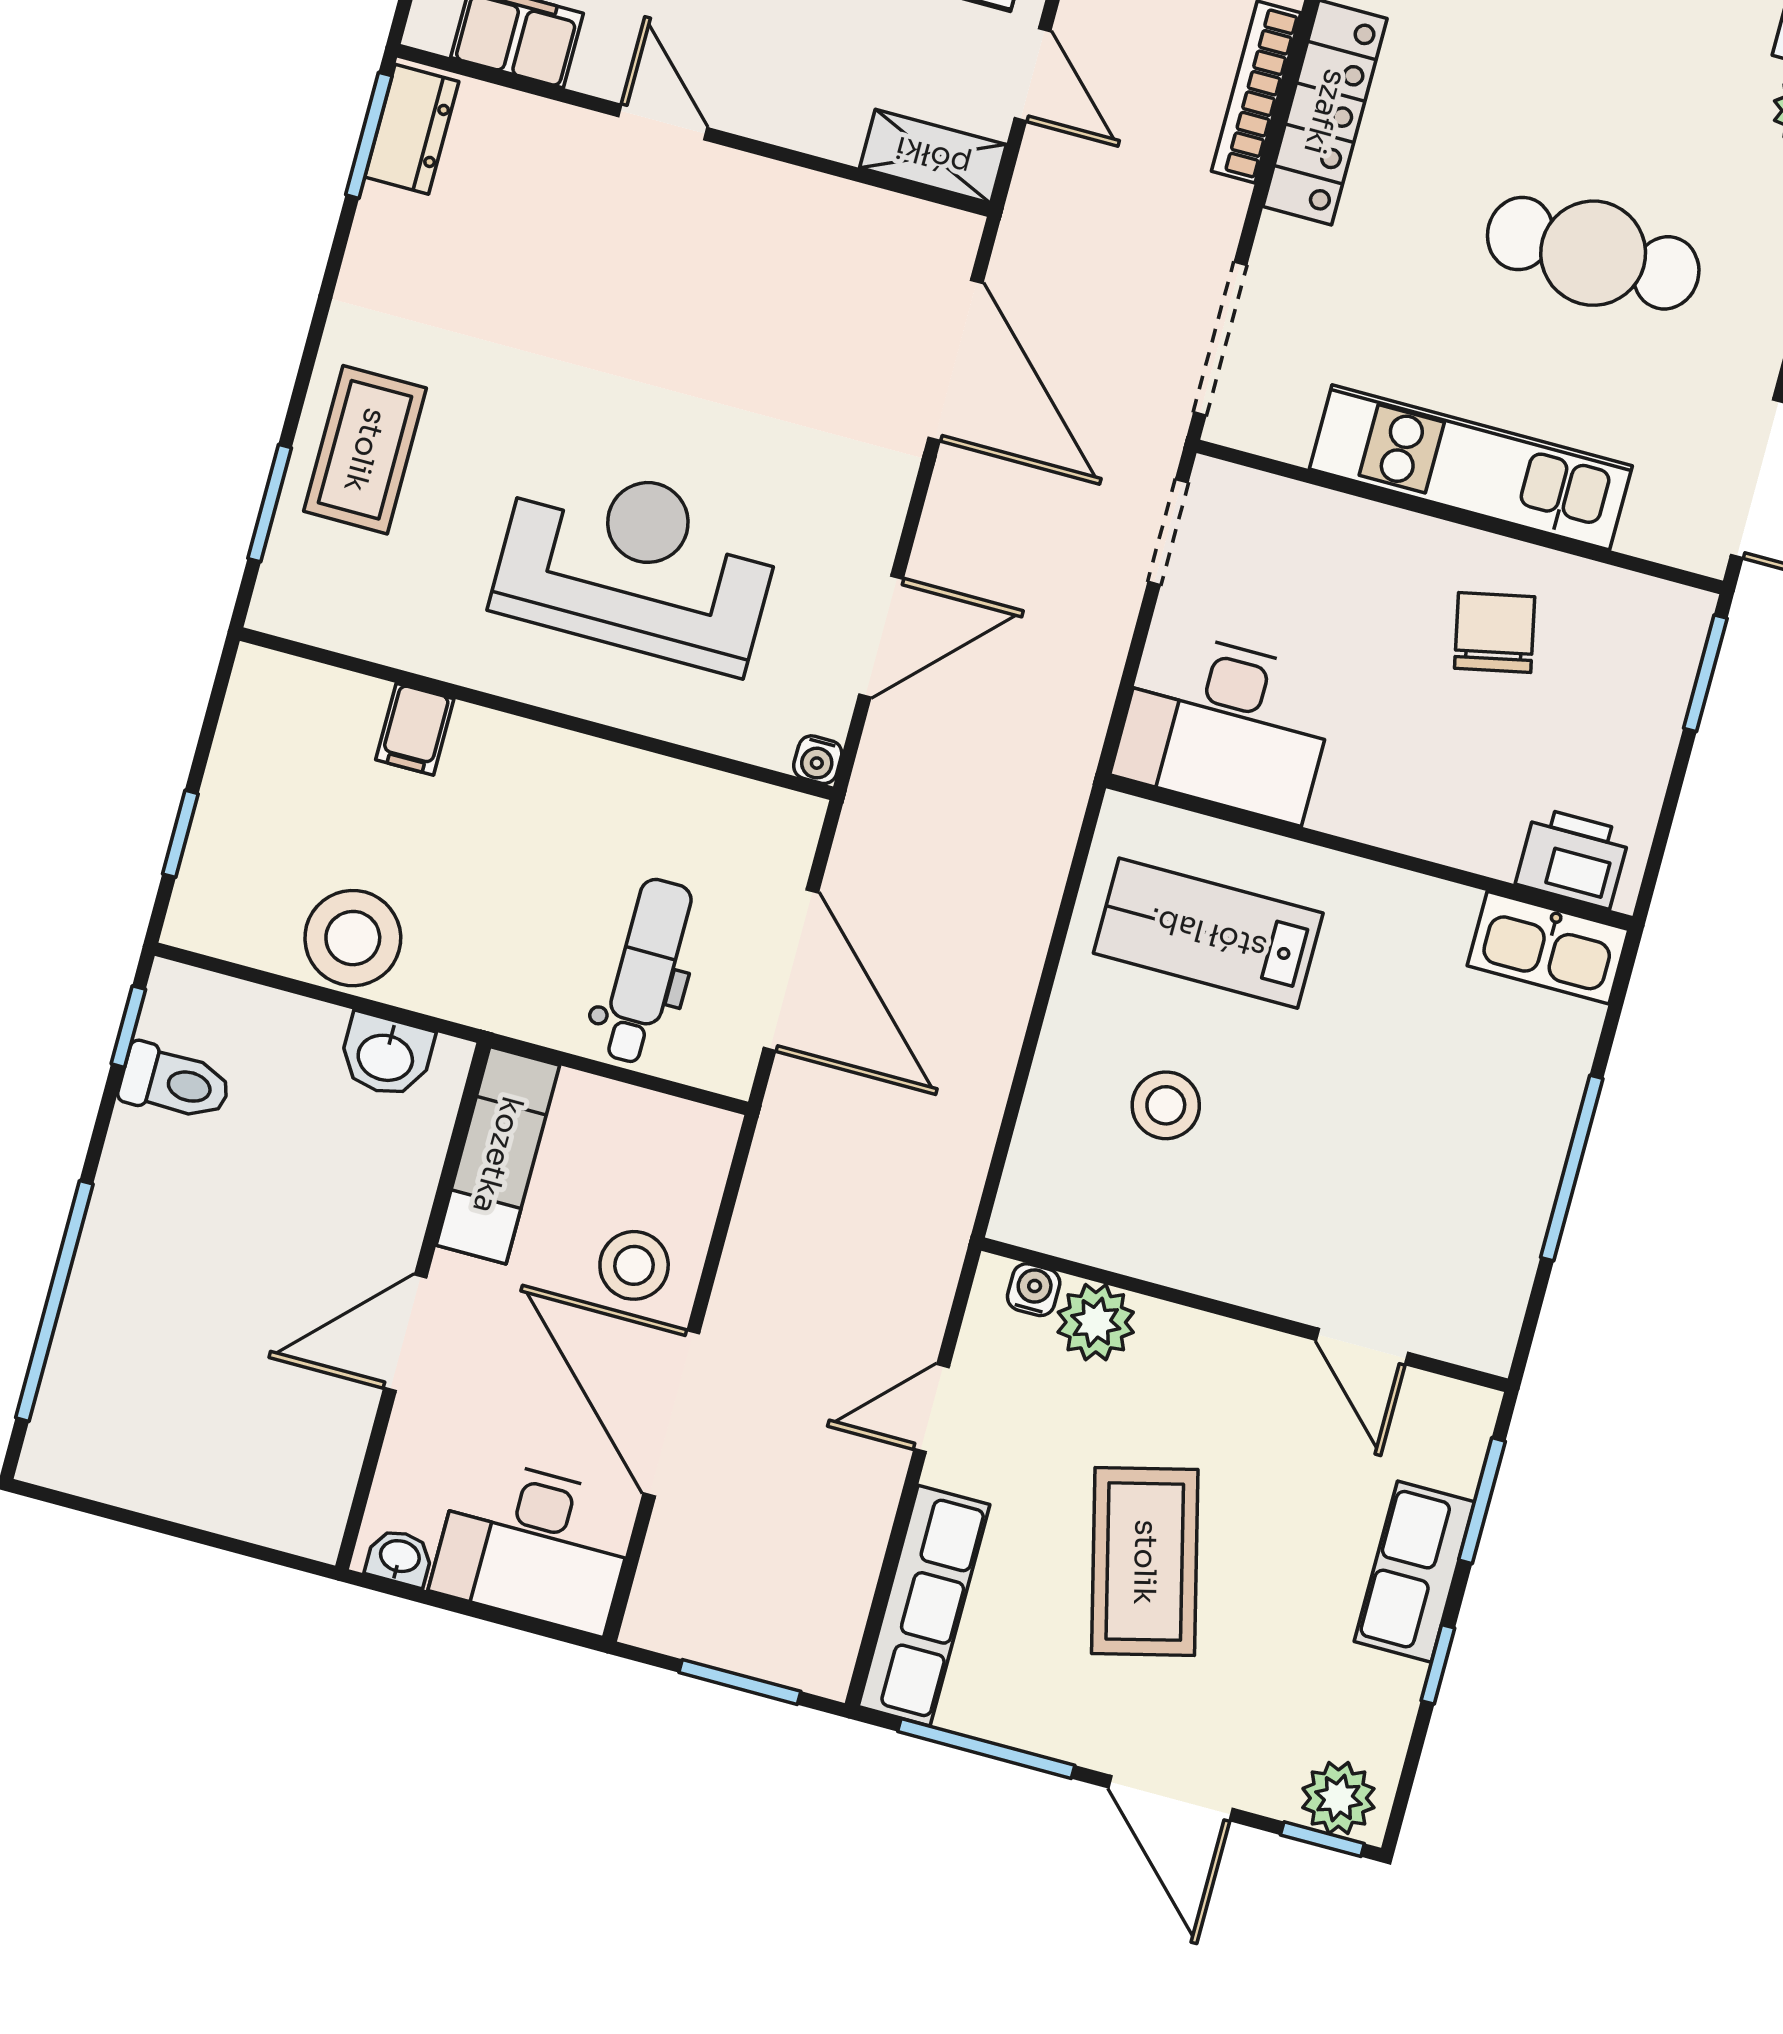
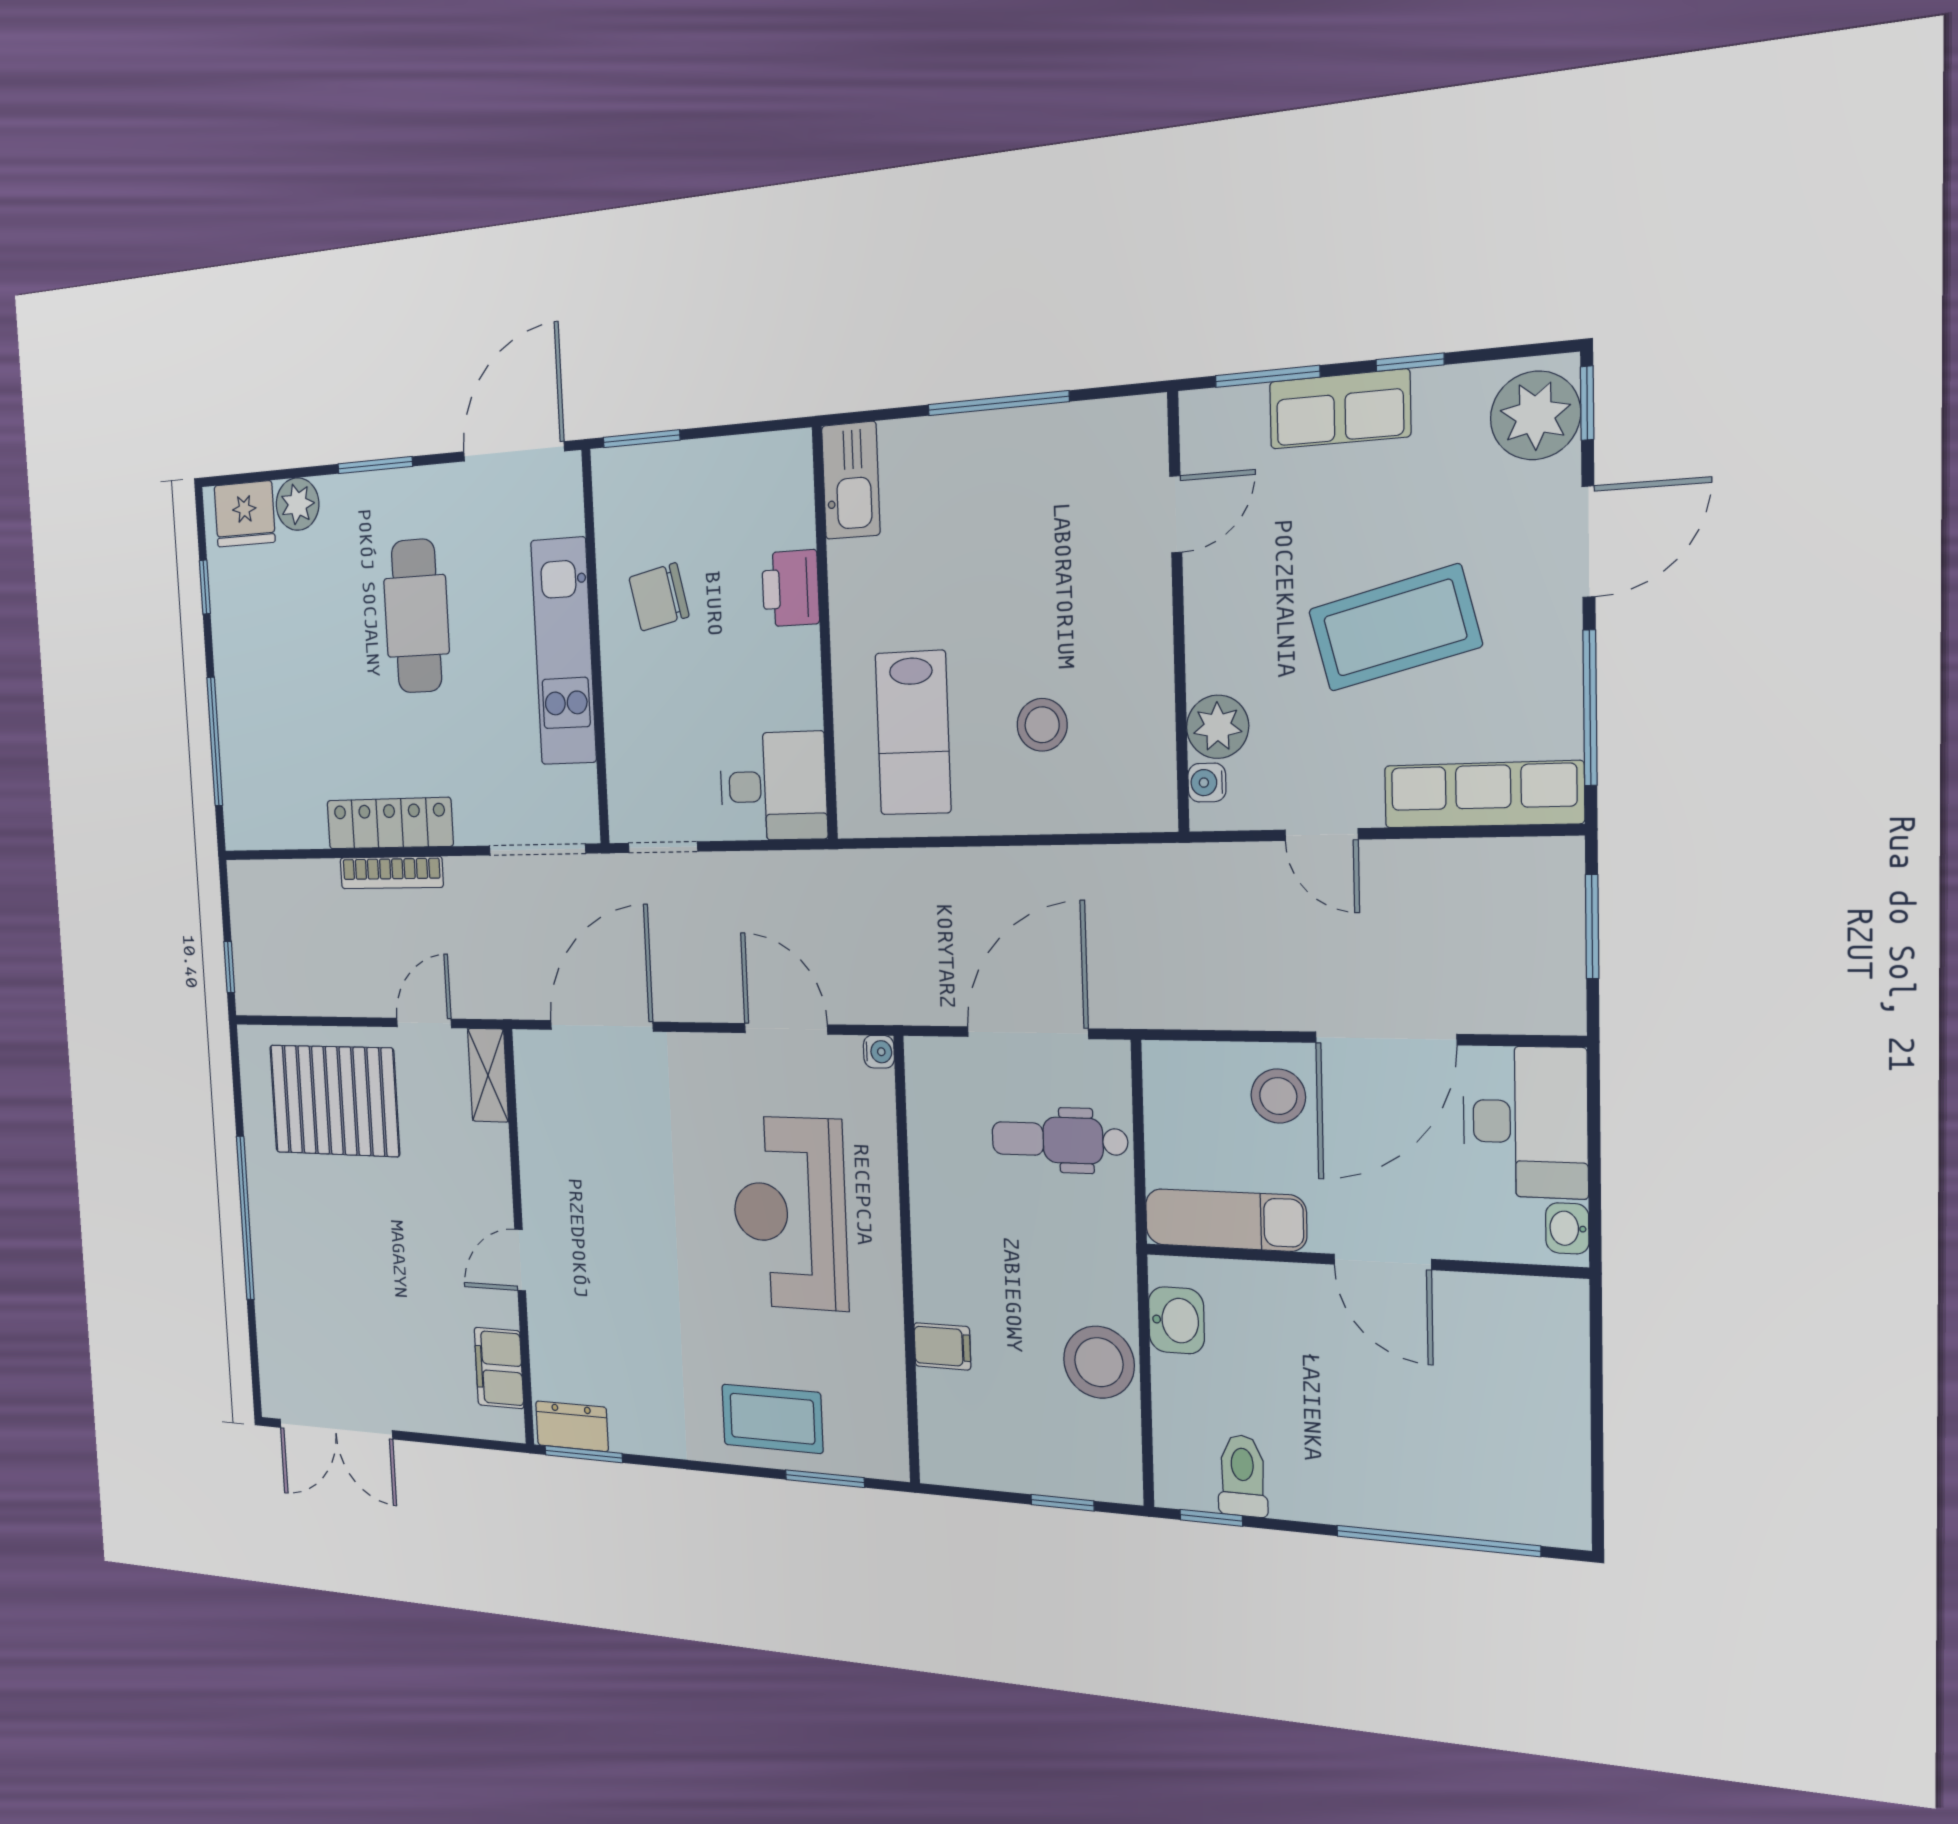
desk: (1226, 726) -> (773, 786), width x0.73
printer: (1573, 858) -> (790, 588), moved
plant: (1338, 1798) -> (1535, 415), width x1.36, depth x1.36

